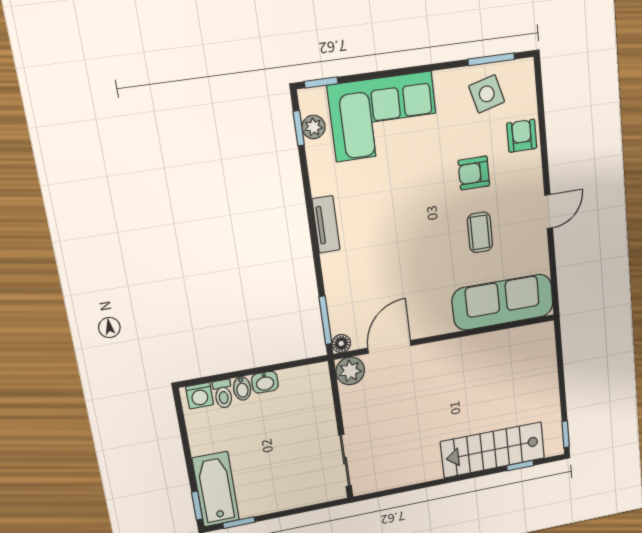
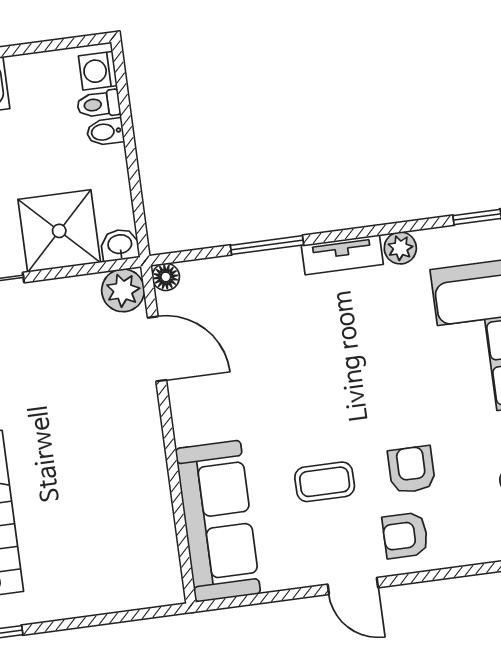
plant: (314, 127) -> (400, 248), moved
armchair: (522, 136) -> (405, 535), moved, turned 180
window: (325, 320) -> (267, 245), moved
washbasin: (265, 382) -> (120, 245), moved, turned 90
shower: (310, 414) -> (59, 231), added

